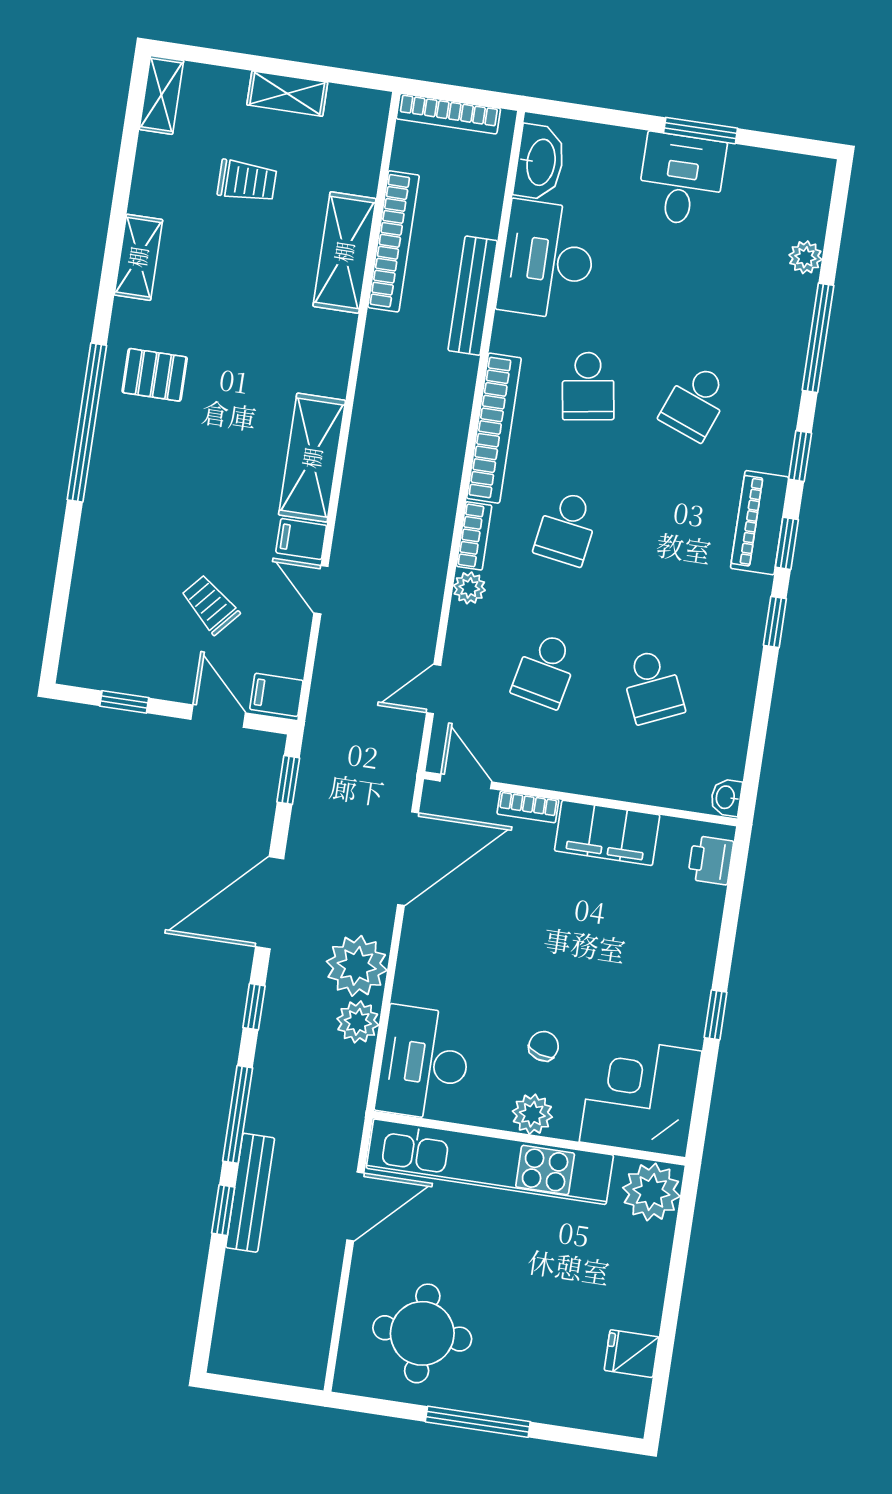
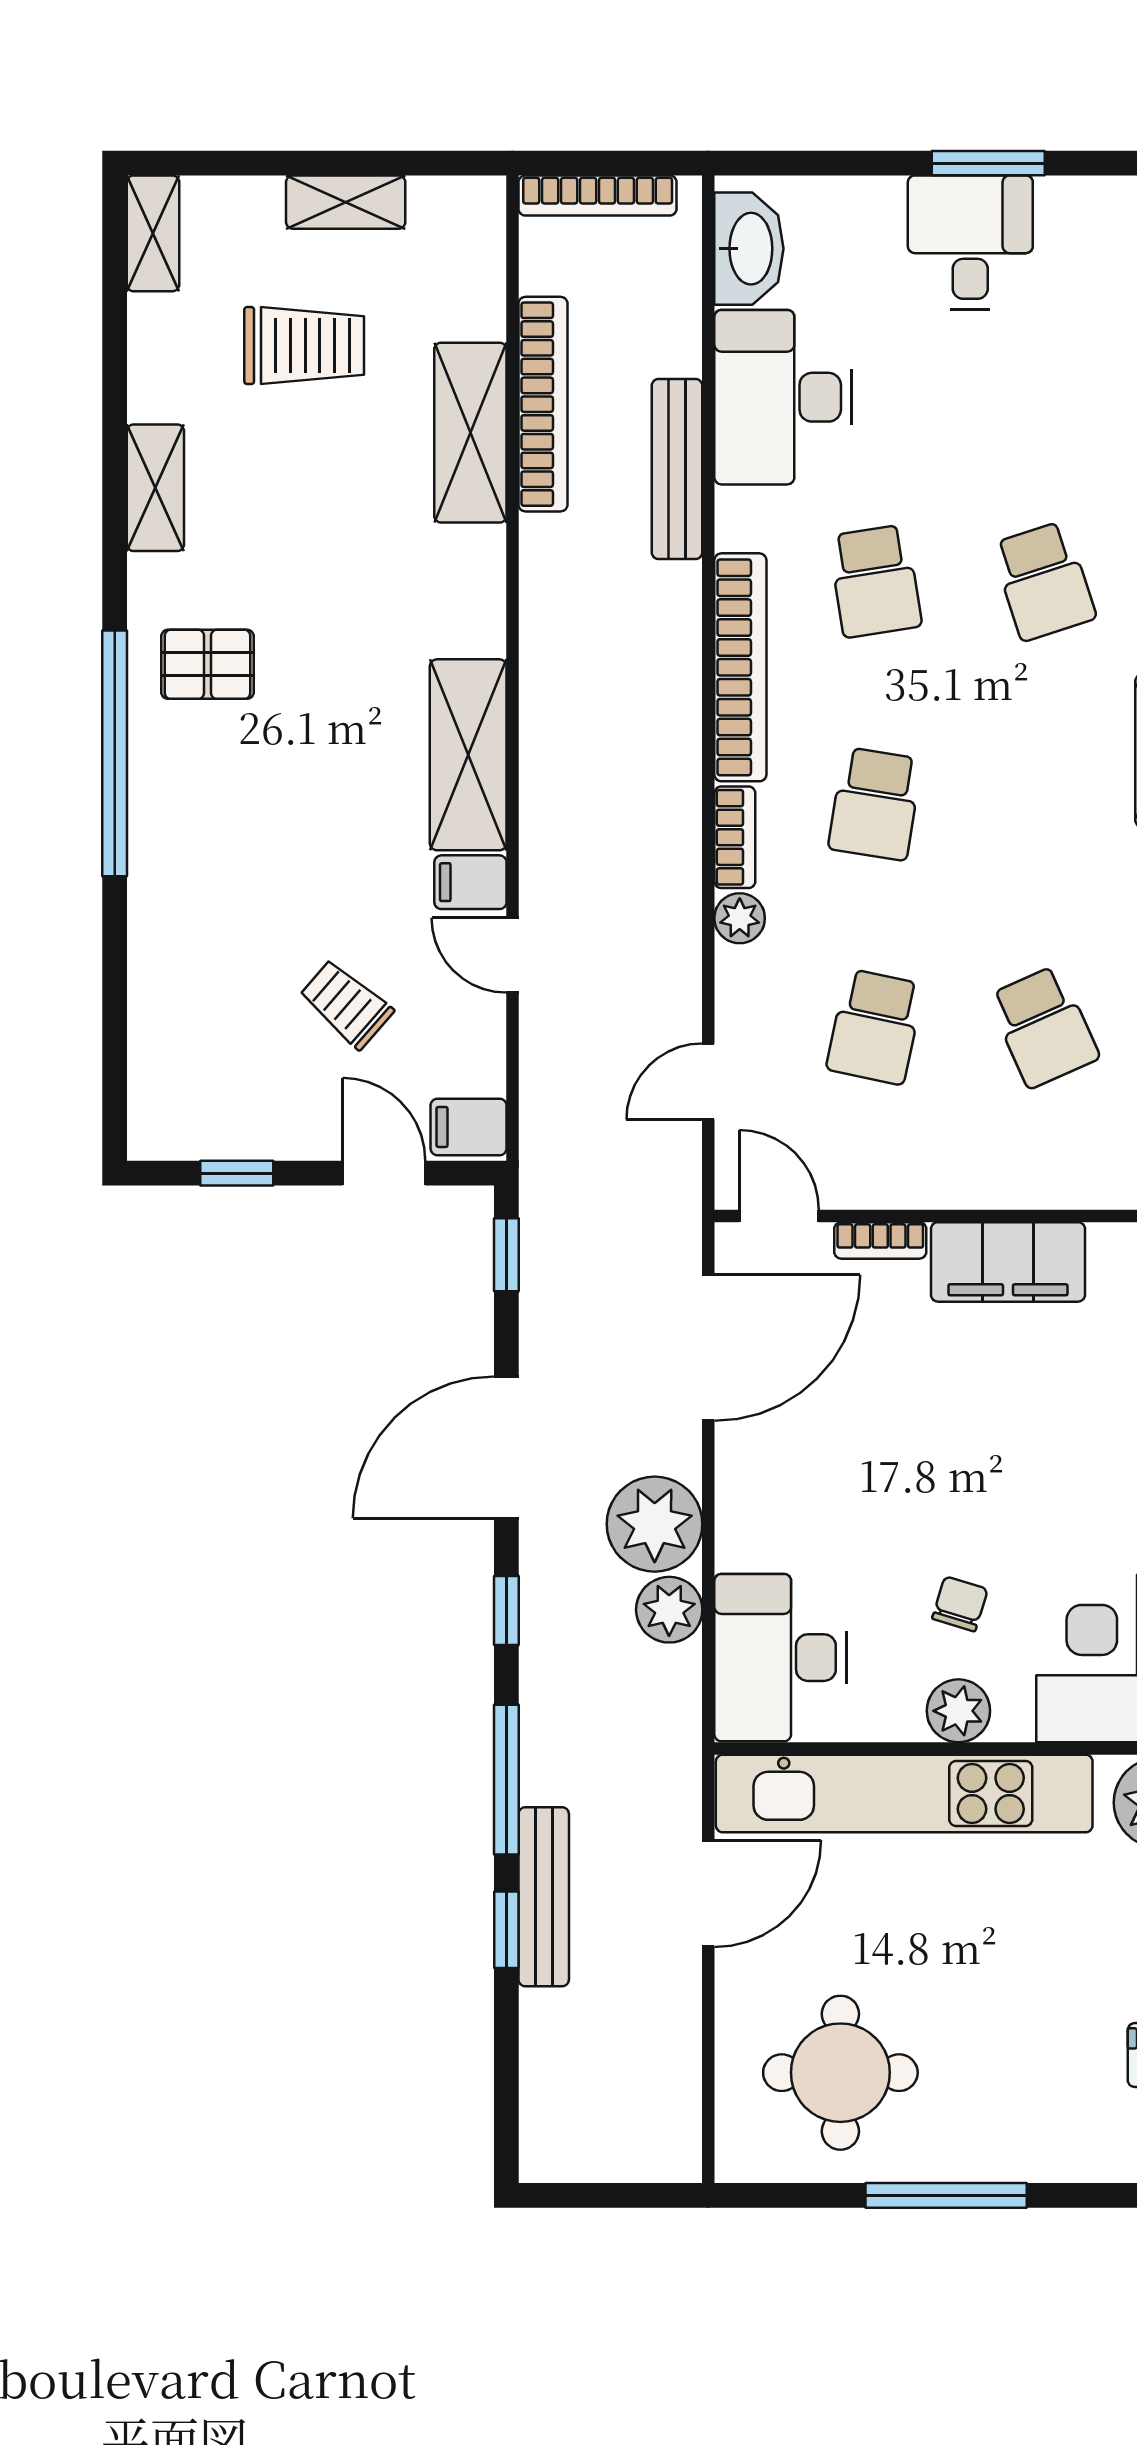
trolley: (247, 181) -> (304, 346), width x1.36, depth x1.39
school desk: (696, 402) -> (1044, 581), turned -39

